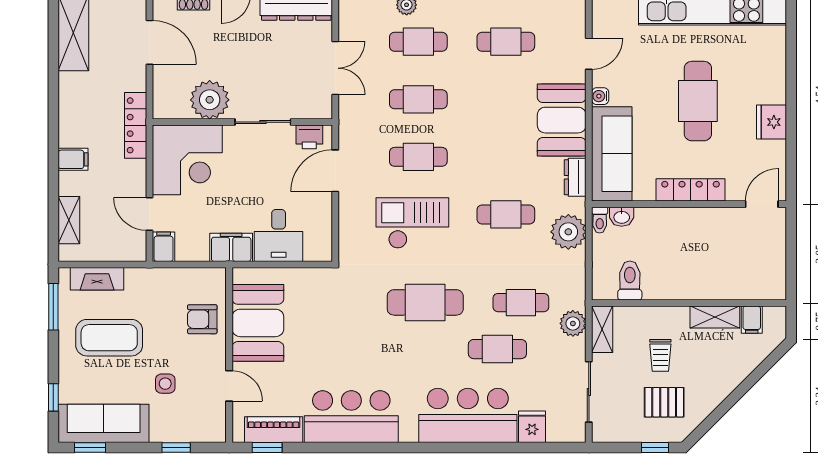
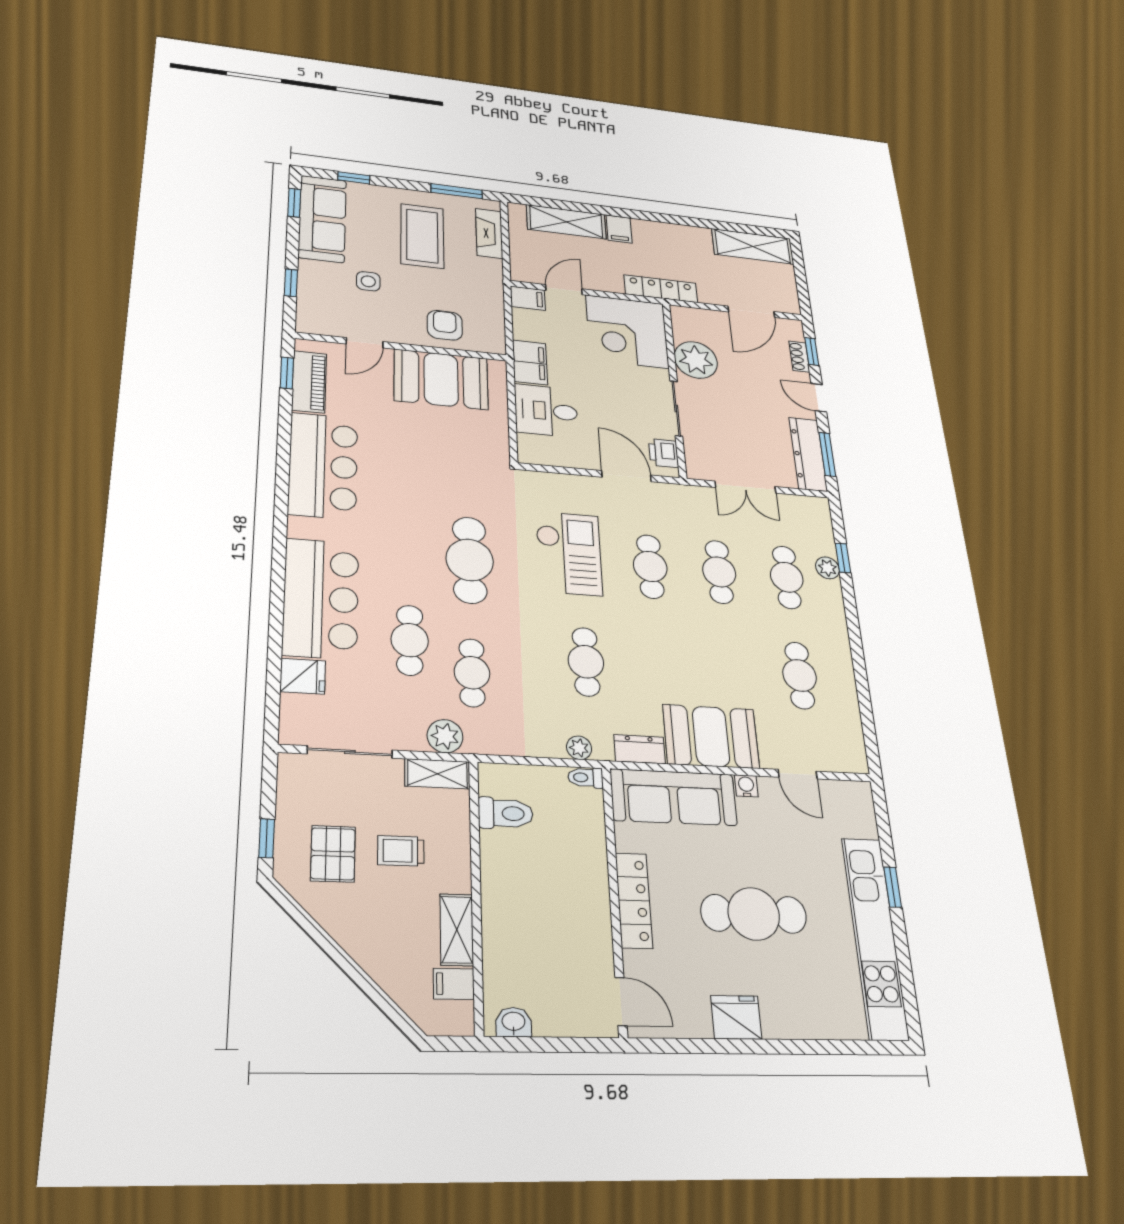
washbasin: (622, 217) -> (514, 1022), moved, turned 90
shelving: (69, 220) -> (566, 222), width x1.50, depth x1.33
plant: (568, 232) -> (579, 748), width x0.53, depth x0.53

